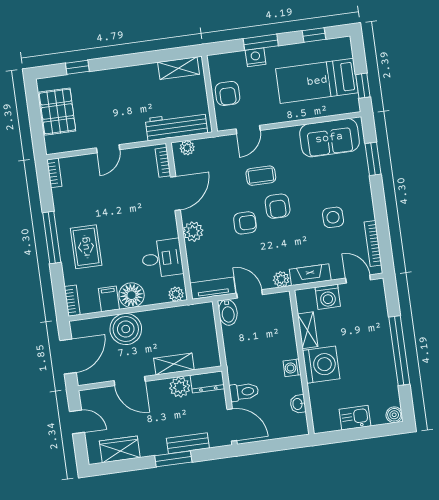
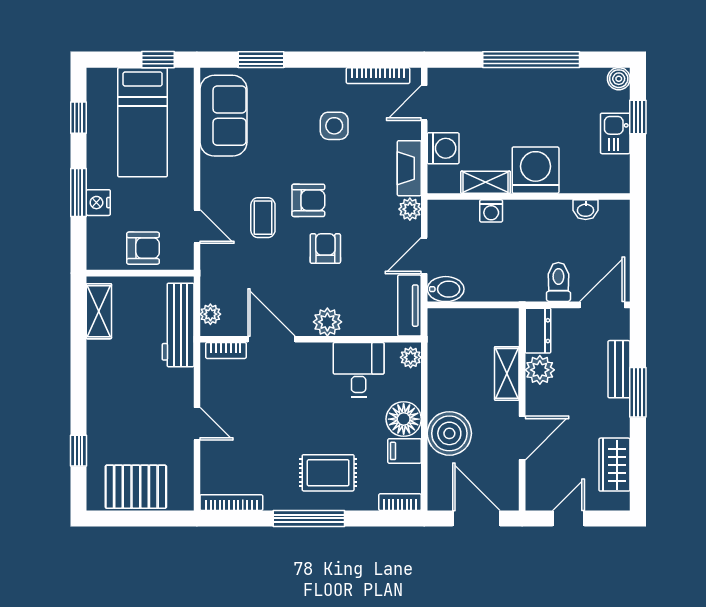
bookcase: (54, 173) -> (231, 503), width x1.56
washing machine: (292, 368) -> (491, 211), moved
window: (369, 432) -> (638, 117), added

